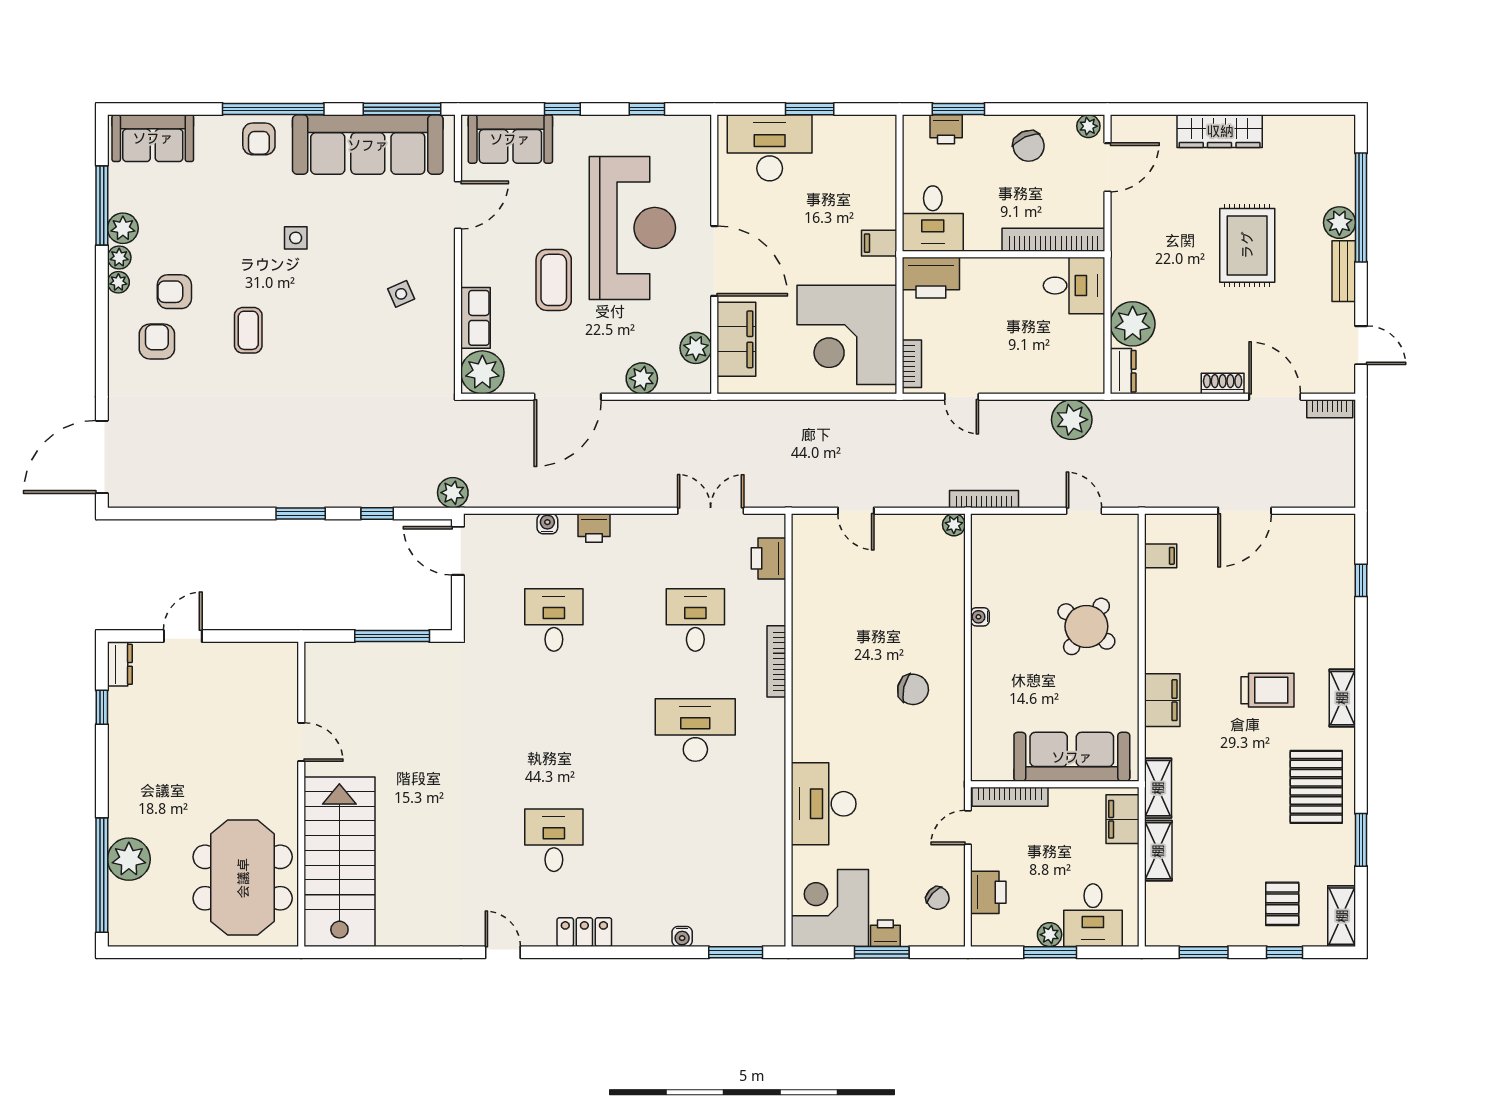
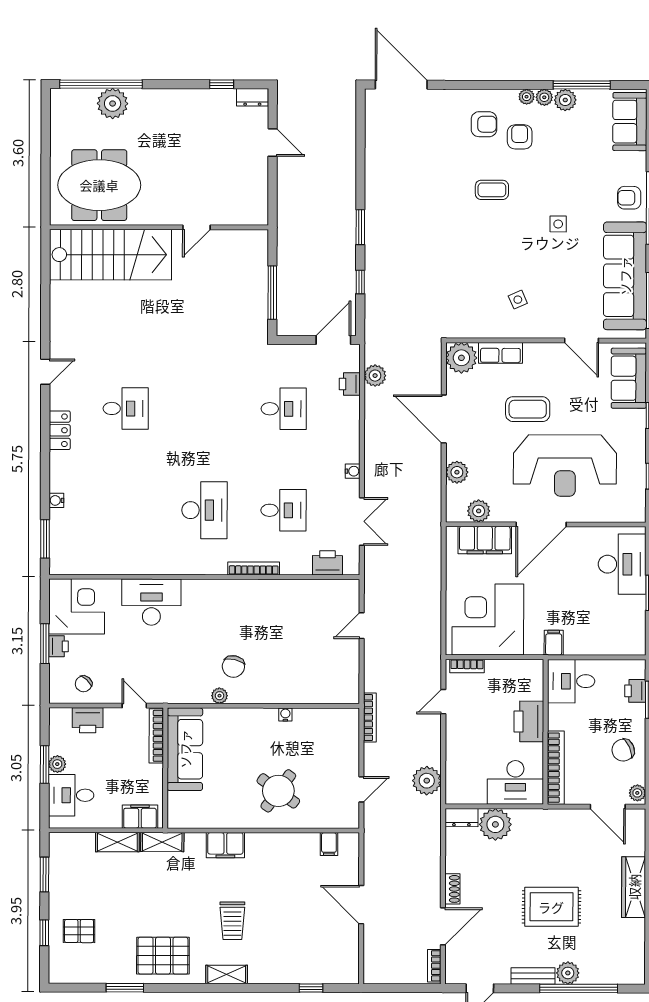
printer: (931, 278) -> (529, 721), moved
desk: (1074, 286) -> (515, 782), width x1.37
plant: (453, 493) -> (375, 376), moved
water cooler: (547, 524) -> (353, 471), moved
plant: (954, 525) -> (219, 696), moved
printer: (594, 528) -> (350, 384), moved
sofa: (1072, 757) -> (185, 749), moved
shelving: (1342, 916) -> (70, 974), removed

